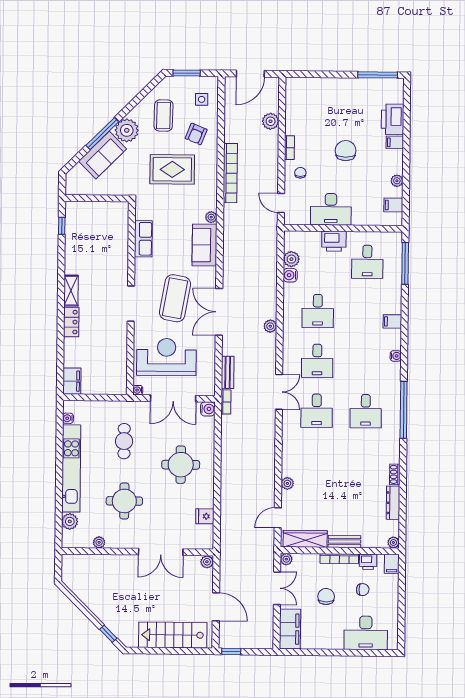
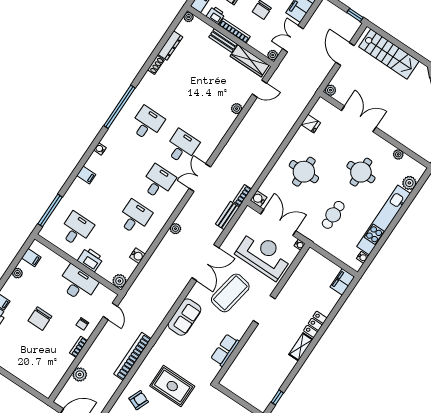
plant: (211, 217) -> (167, 334), removed
plant: (291, 259) -> (119, 281), moved
reception desk: (166, 357) -> (264, 255), turned 180

